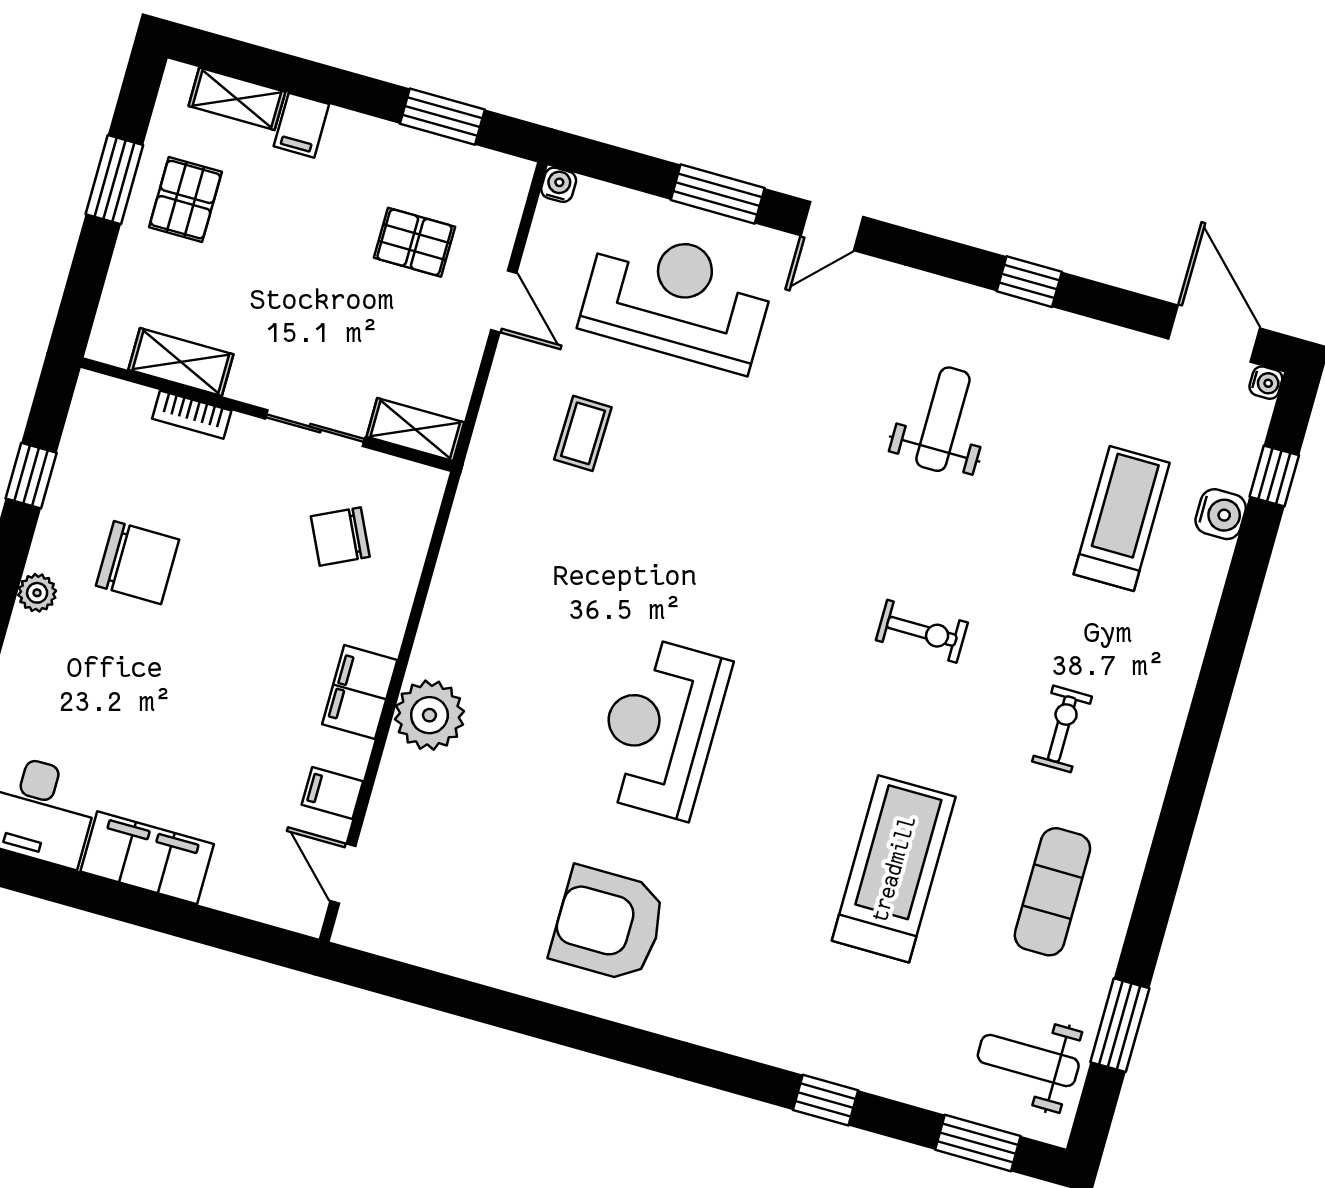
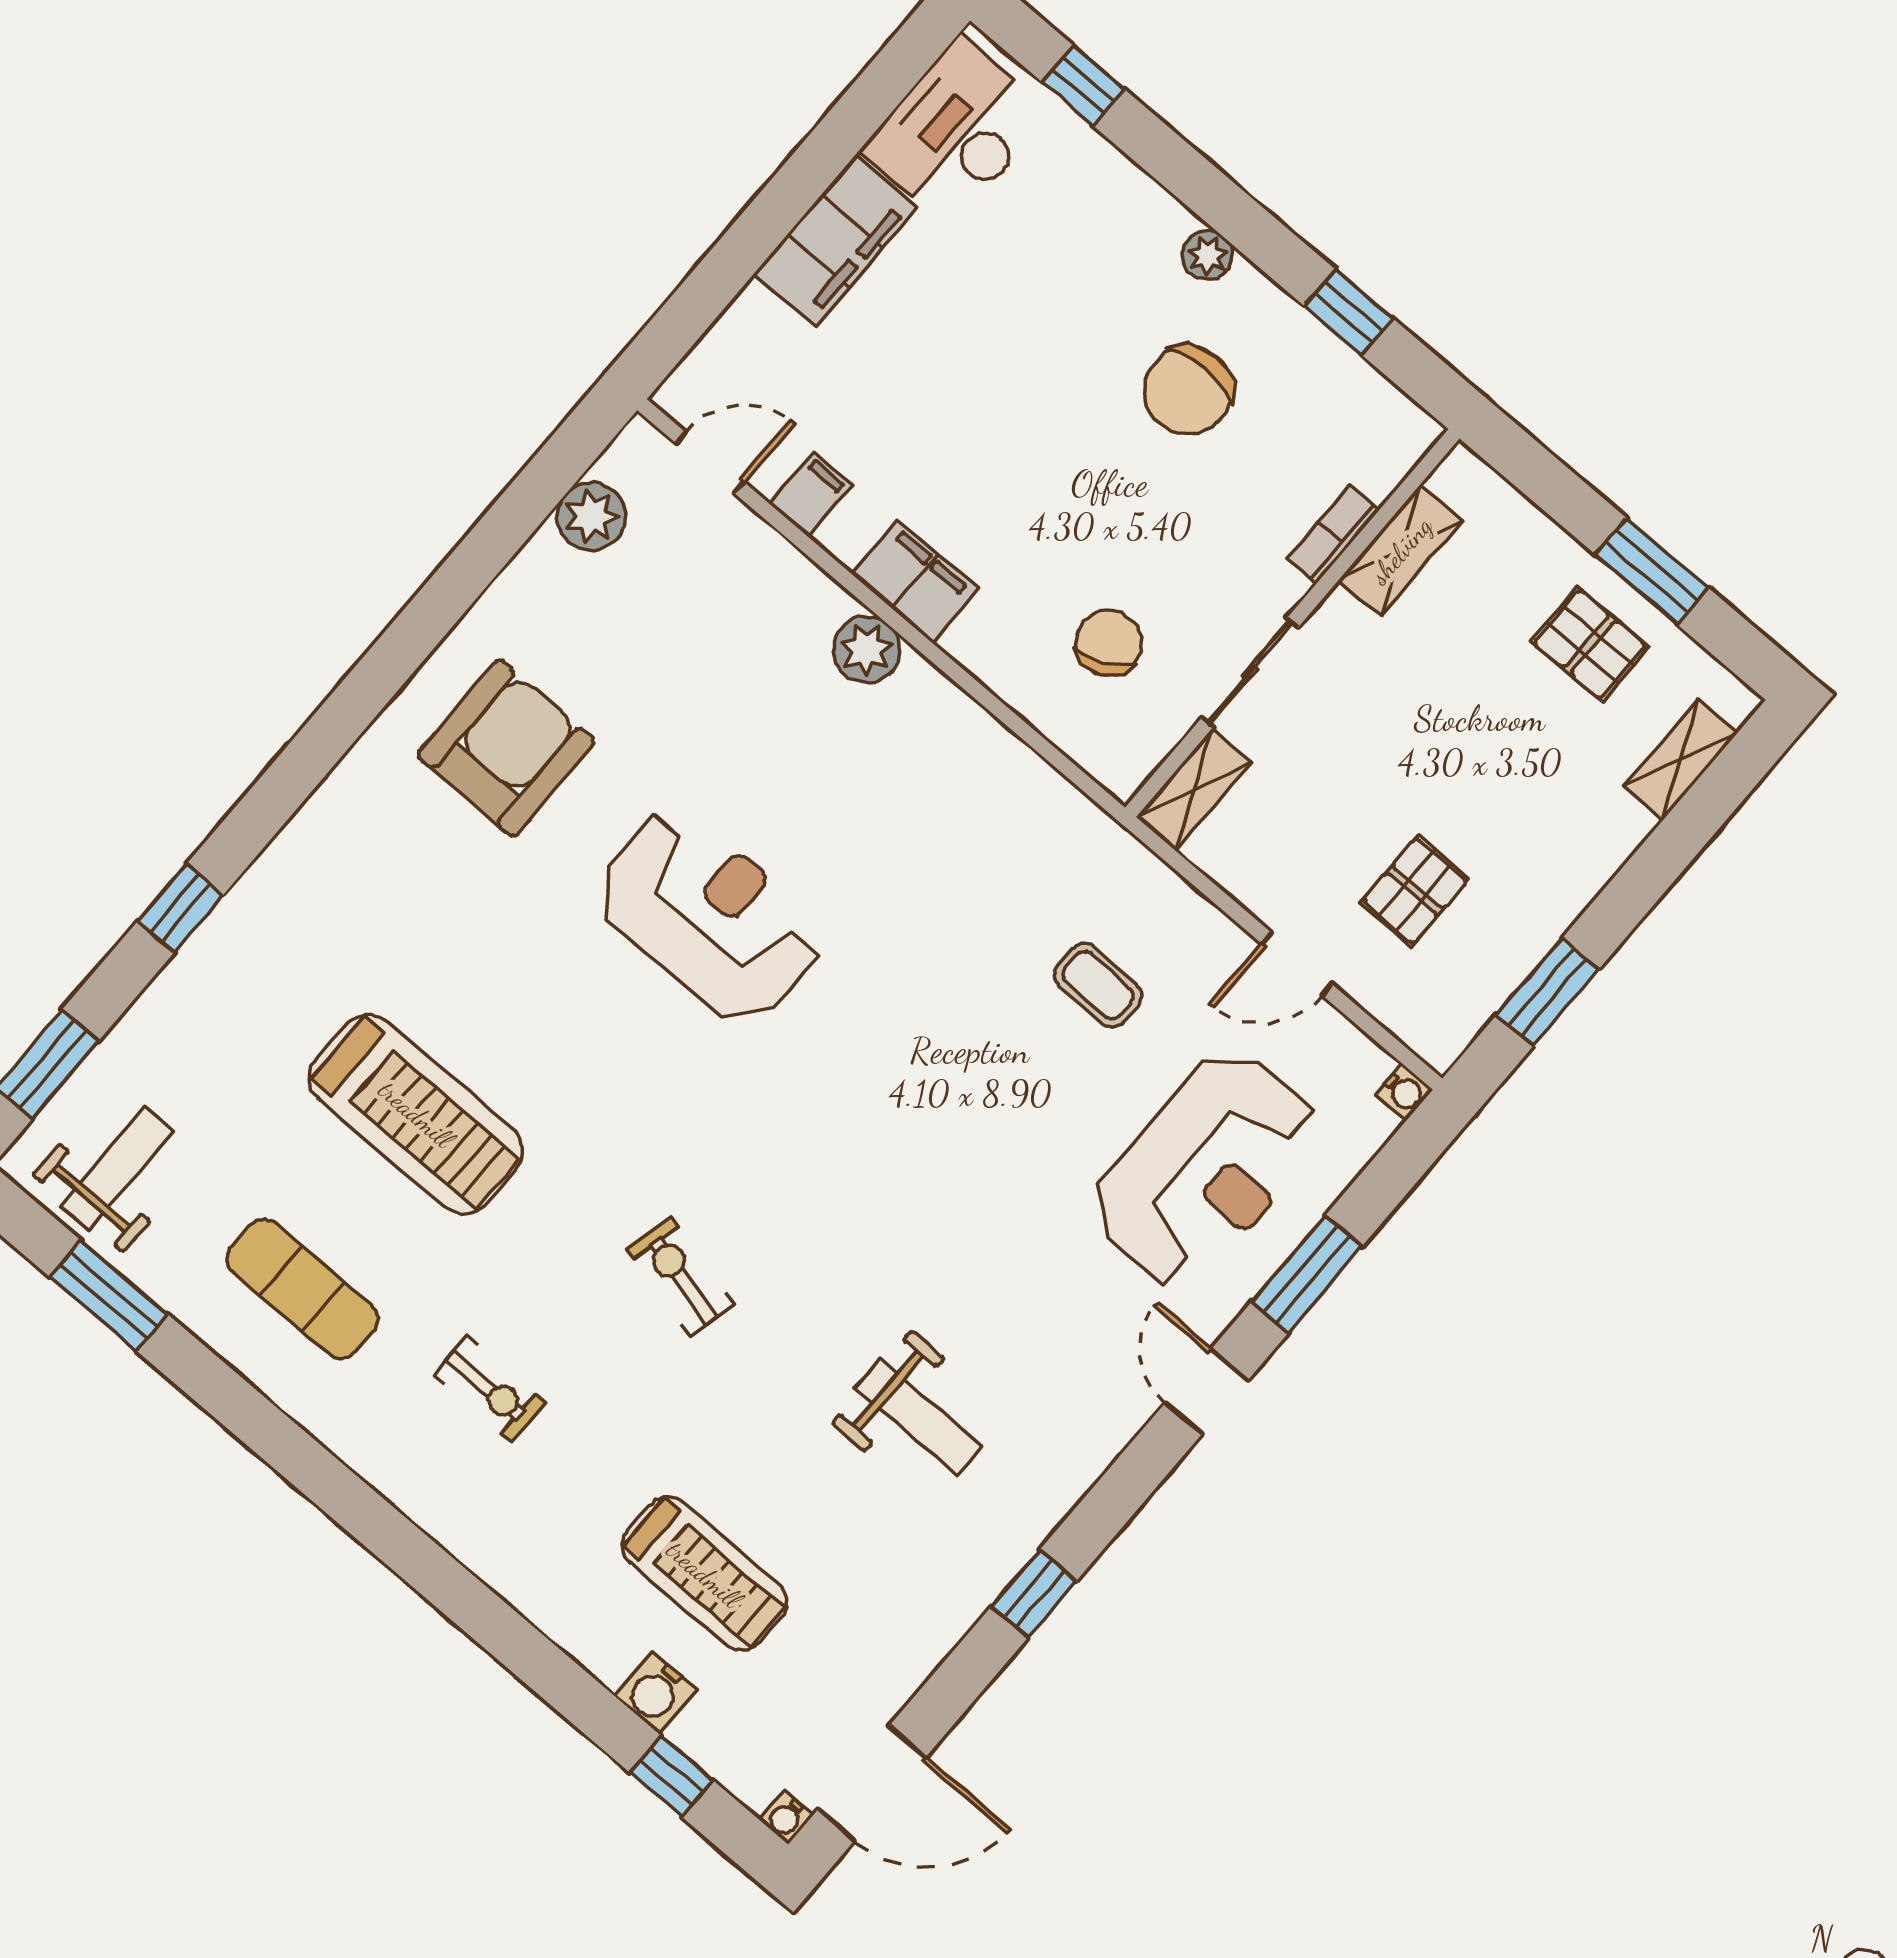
filing cabinet: (301, 125) -> (1614, 821), removed
exercise bike: (922, 631) -> (680, 1277), turned 104
plant: (429, 715) -> (867, 650), width x0.73, depth x0.73
plant: (419, 939) -> (591, 516), added

